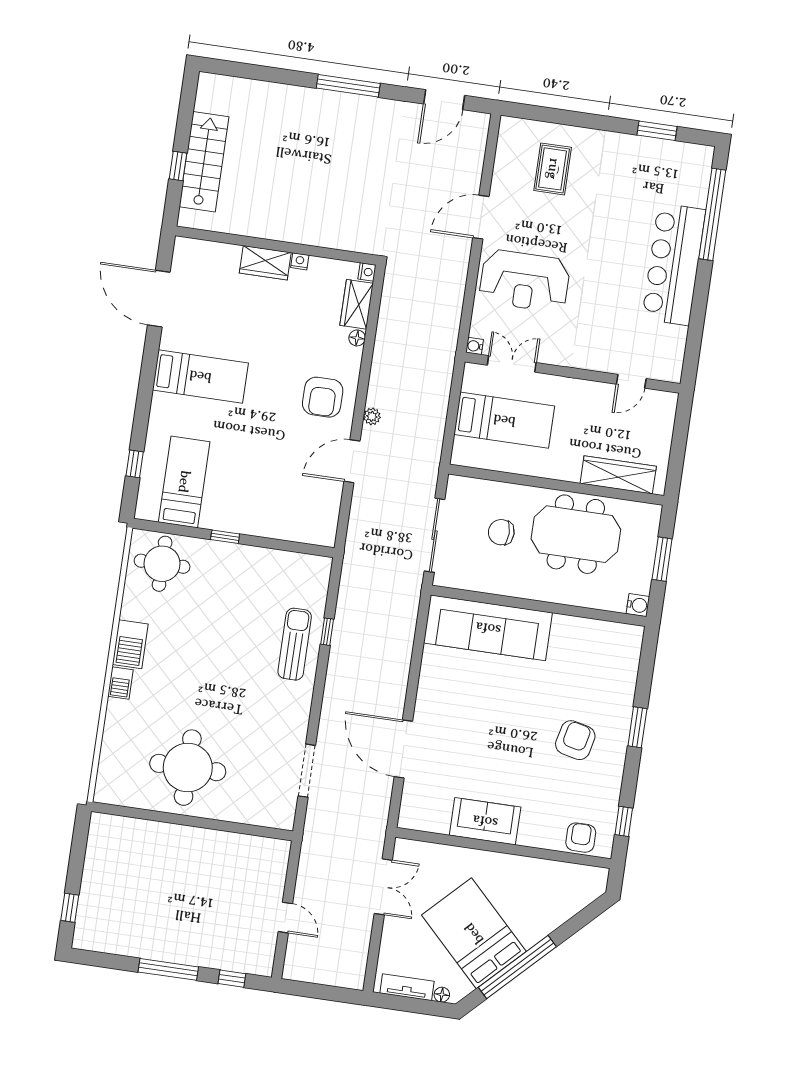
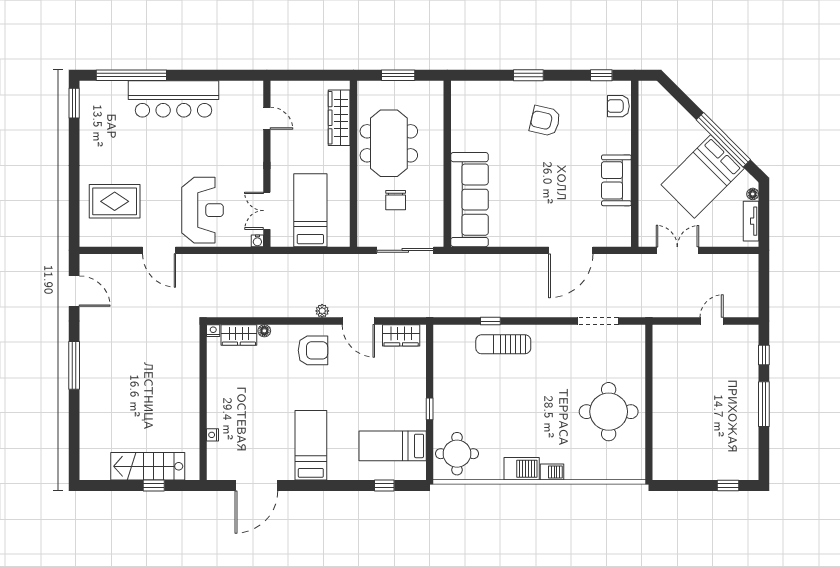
window: (657, 131) -> (74, 103), moved
rug: (553, 169) -> (115, 201), width x1.36, depth x1.43
nightstand: (300, 261) -> (213, 435), moved
wardrobe: (265, 263) -> (401, 335), moved, turned 90
water cooler: (638, 605) -> (436, 88), removed

